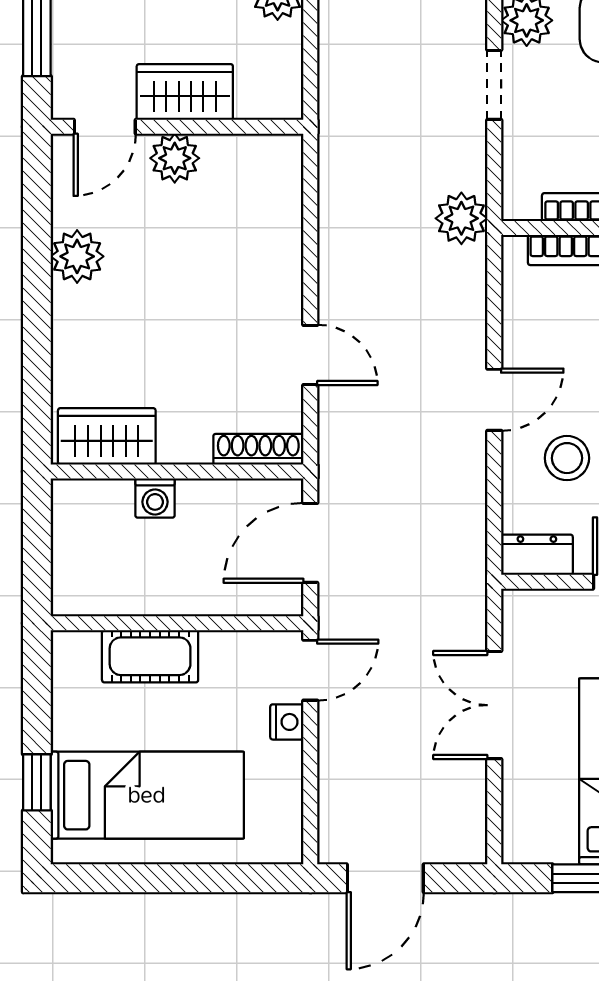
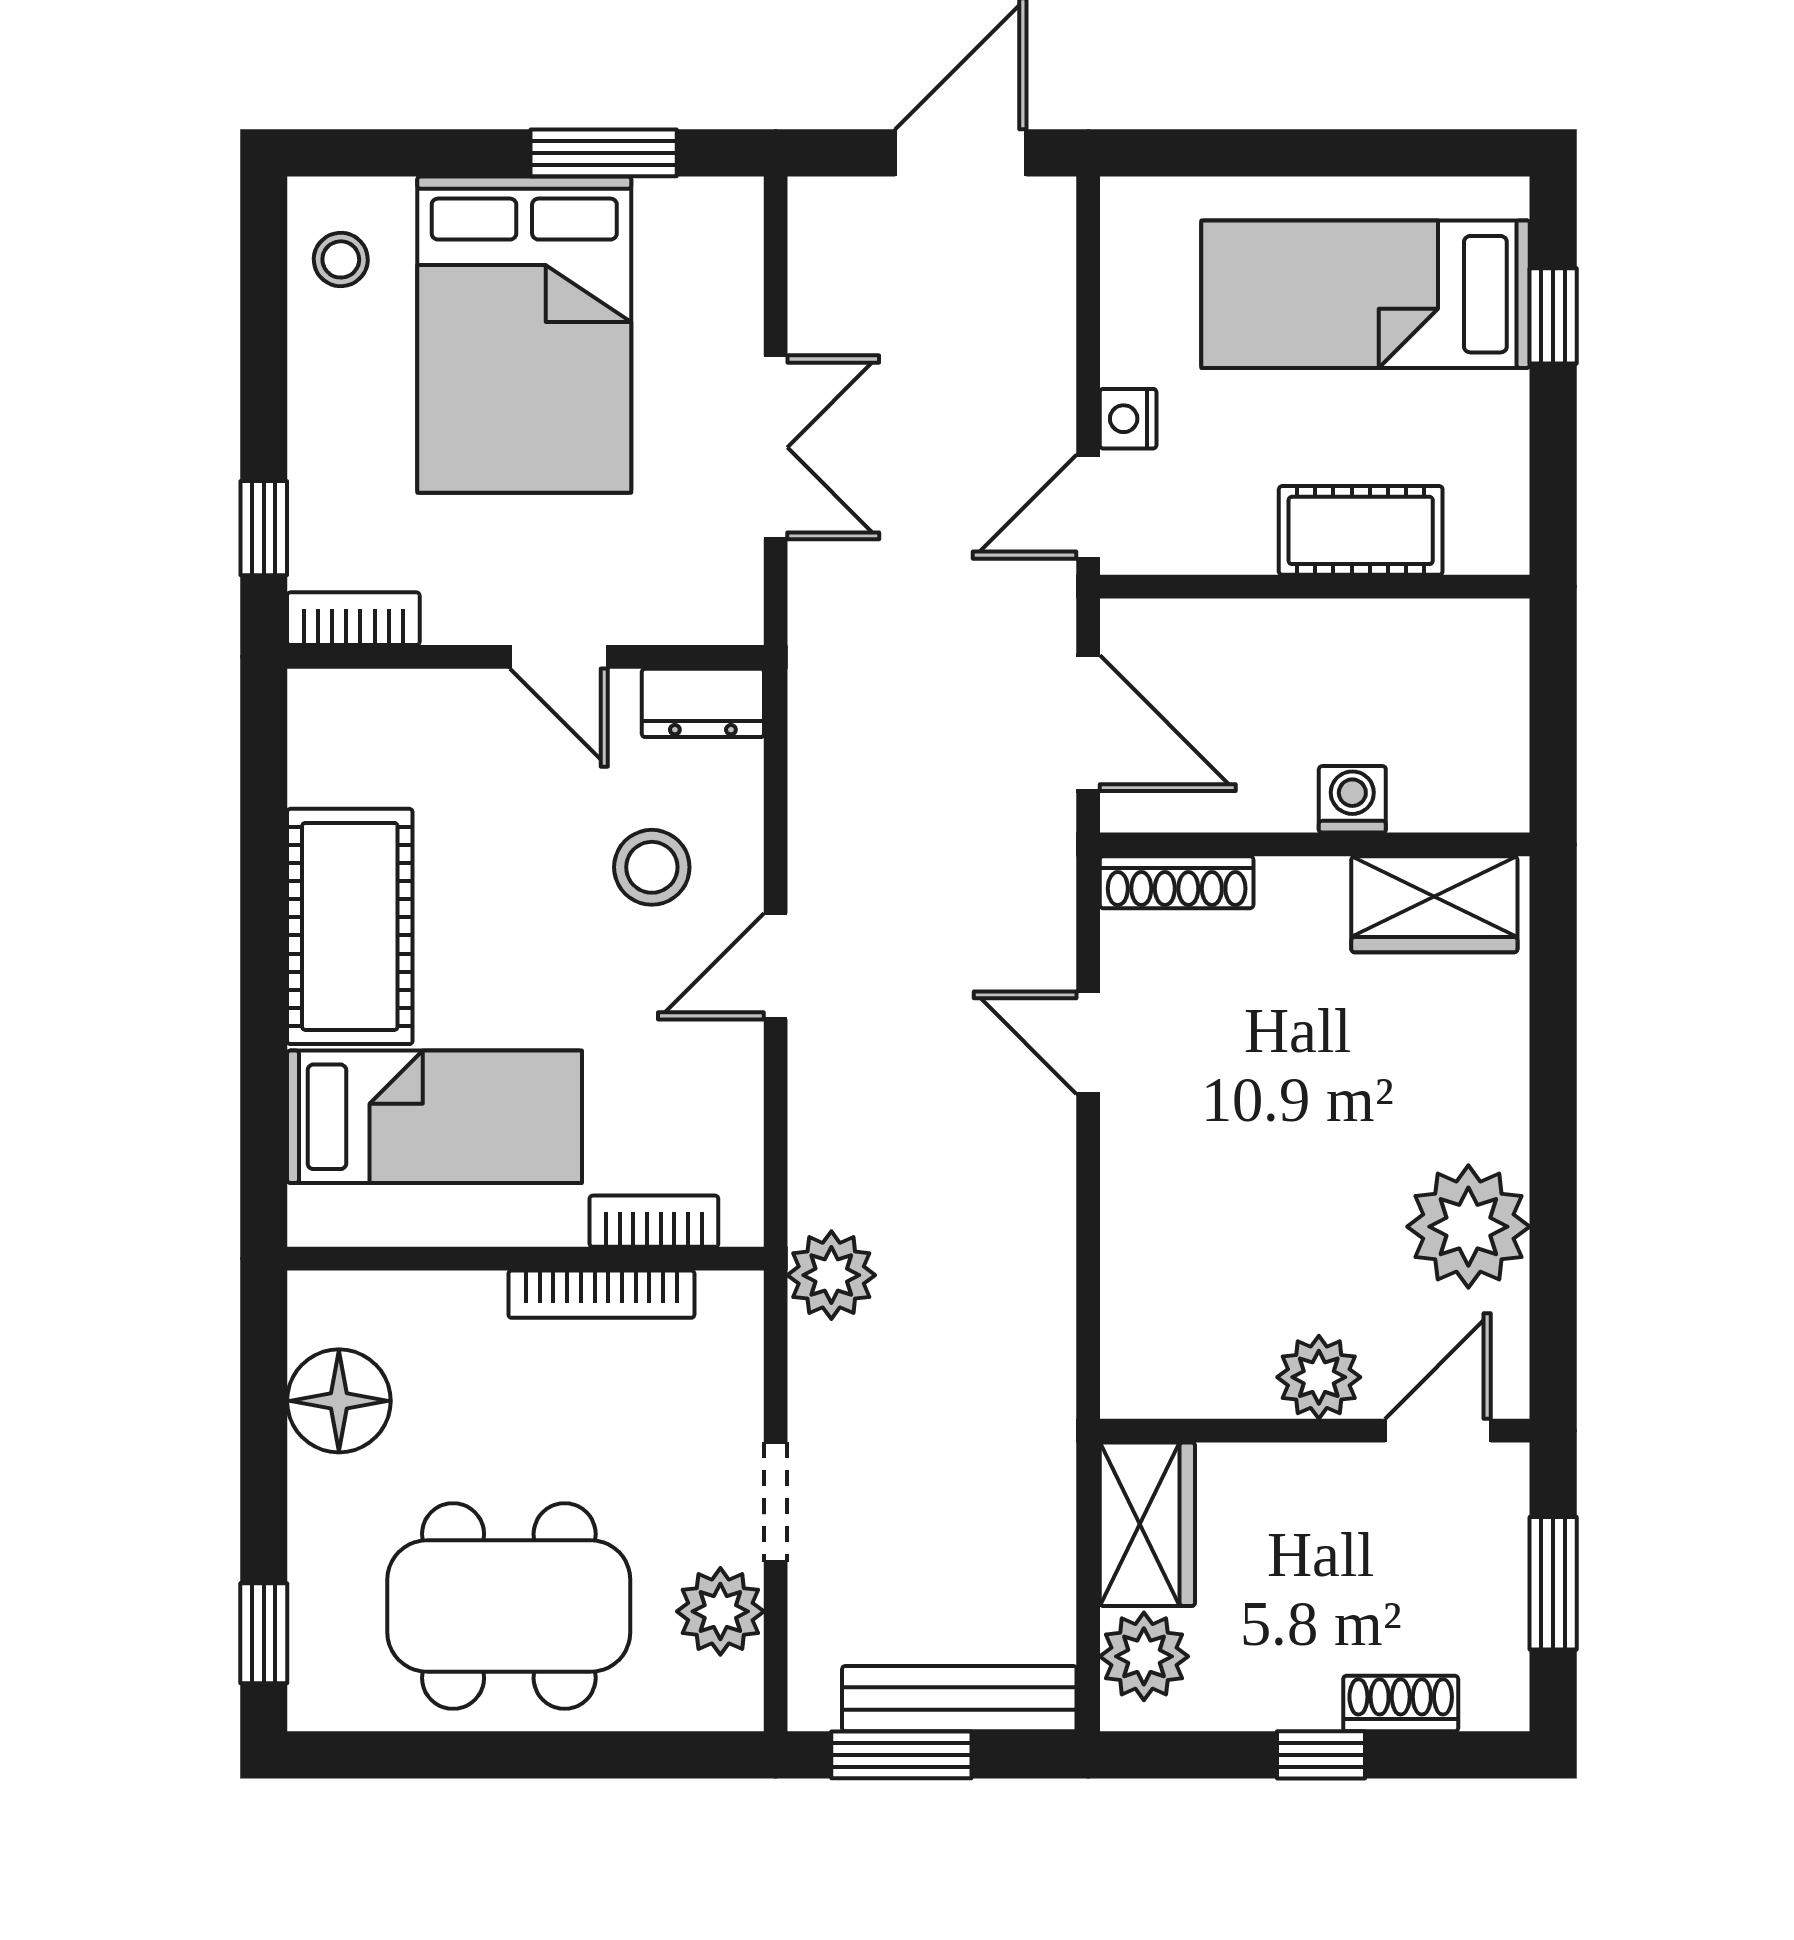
wardrobe: (185, 92) -> (1147, 1524), moved, turned -90
plant: (77, 256) -> (1468, 1227), width x1.36, depth x1.36
door: (310, 543) -> (1088, 723), hinge flipped

